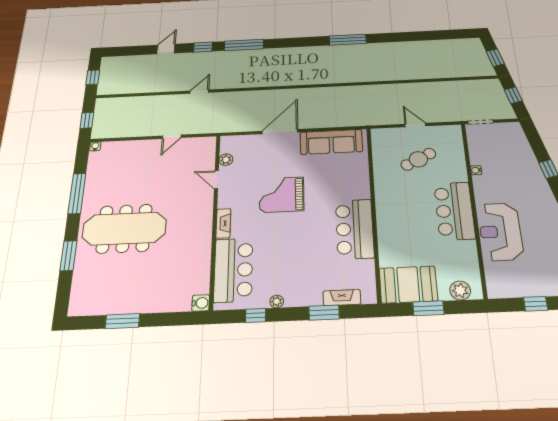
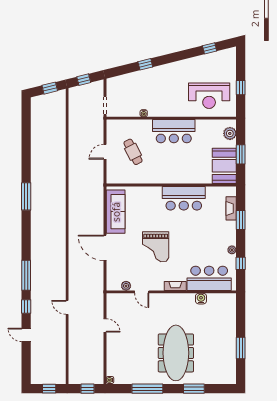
door: (216, 180) -> (142, 292), hinge flipped
reception desk: (500, 232) -> (209, 96), moved
water cooler: (201, 303) -> (201, 299), moved

